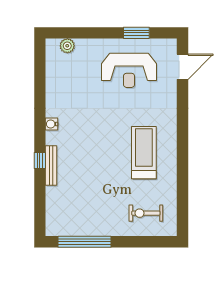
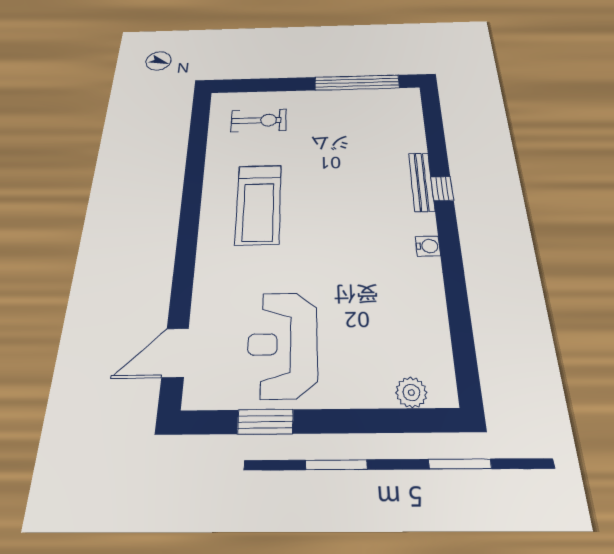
reception desk: (129, 70) -> (282, 344), turned -90

